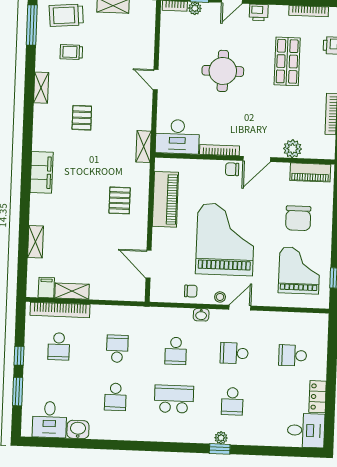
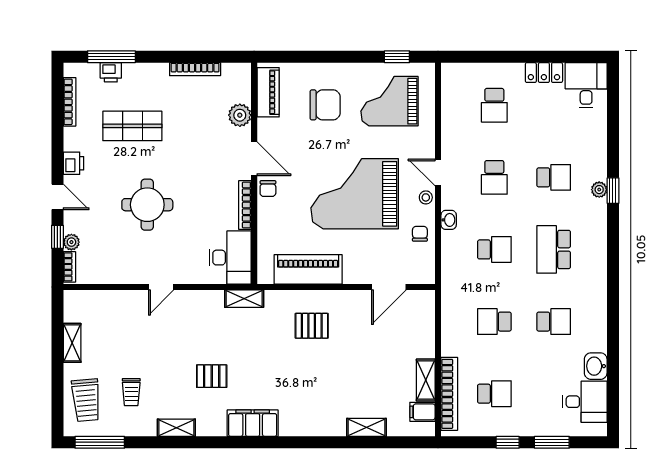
filing cabinet: (42, 172) -> (253, 423), moved

